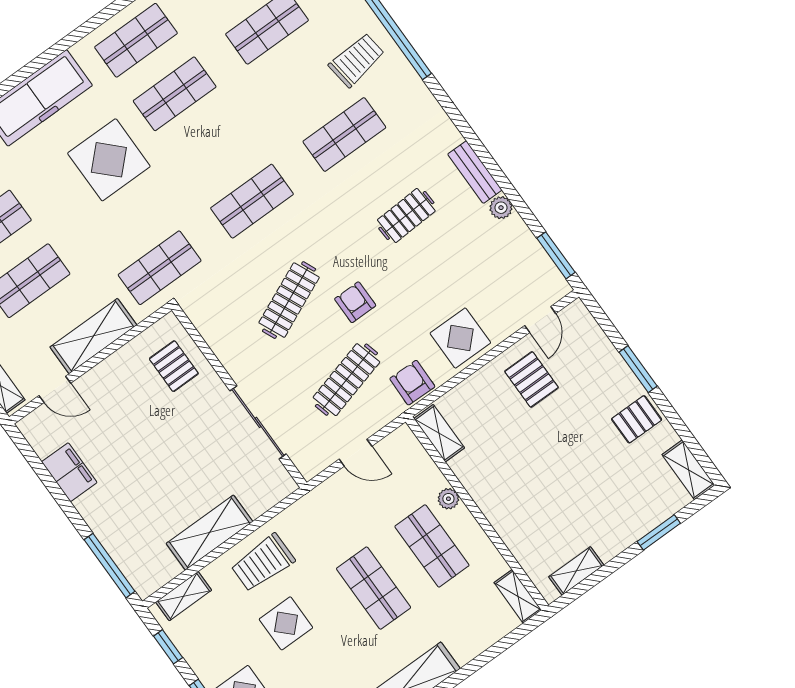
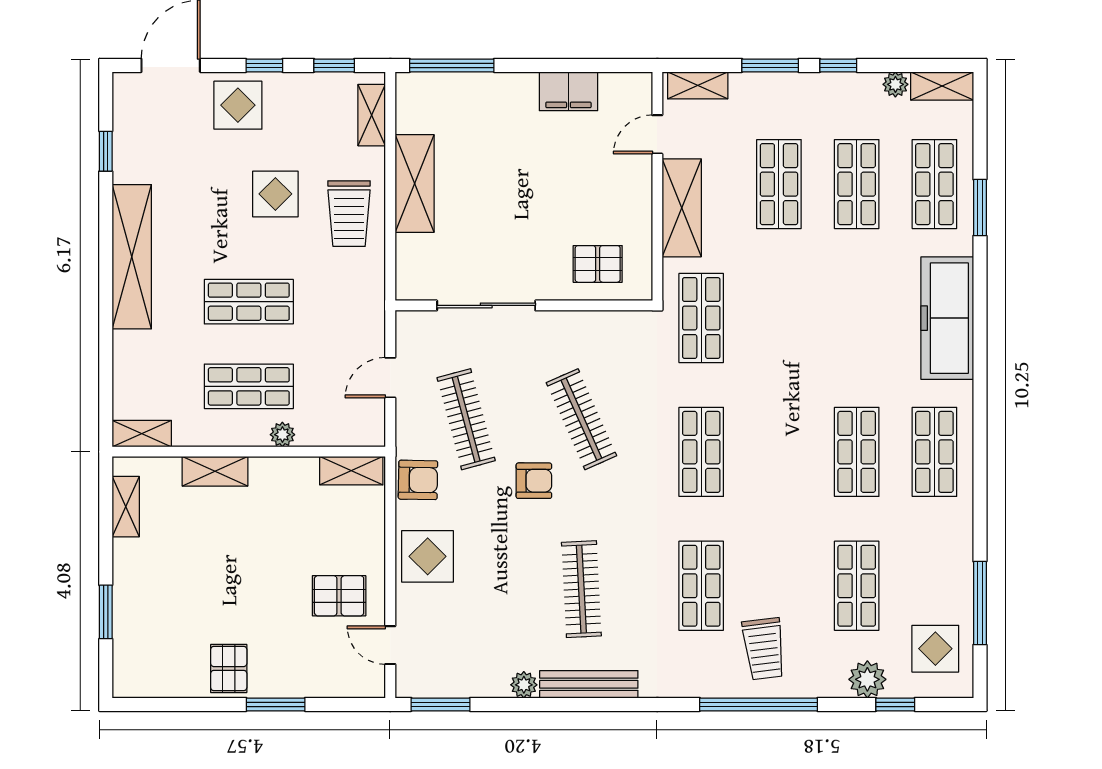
display table: (109, 160) -> (839, 344), removed
bench: (475, 172) -> (589, 684), width x1.36
clothes rail: (406, 215) -> (581, 589), width x1.36
shelving: (688, 470) -> (215, 471), moved
trolley: (263, 563) -> (349, 214), turned 180

